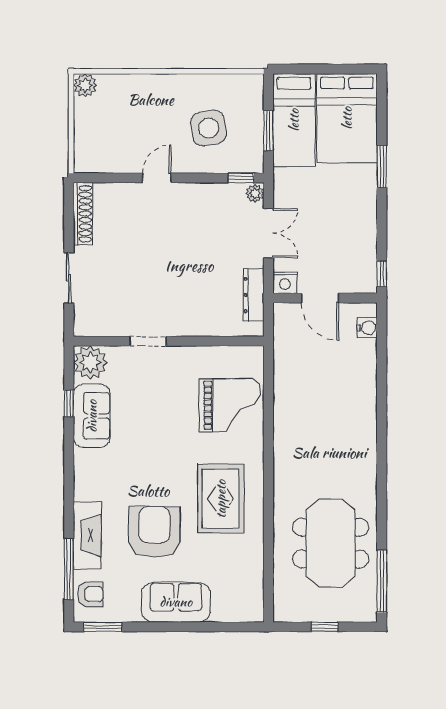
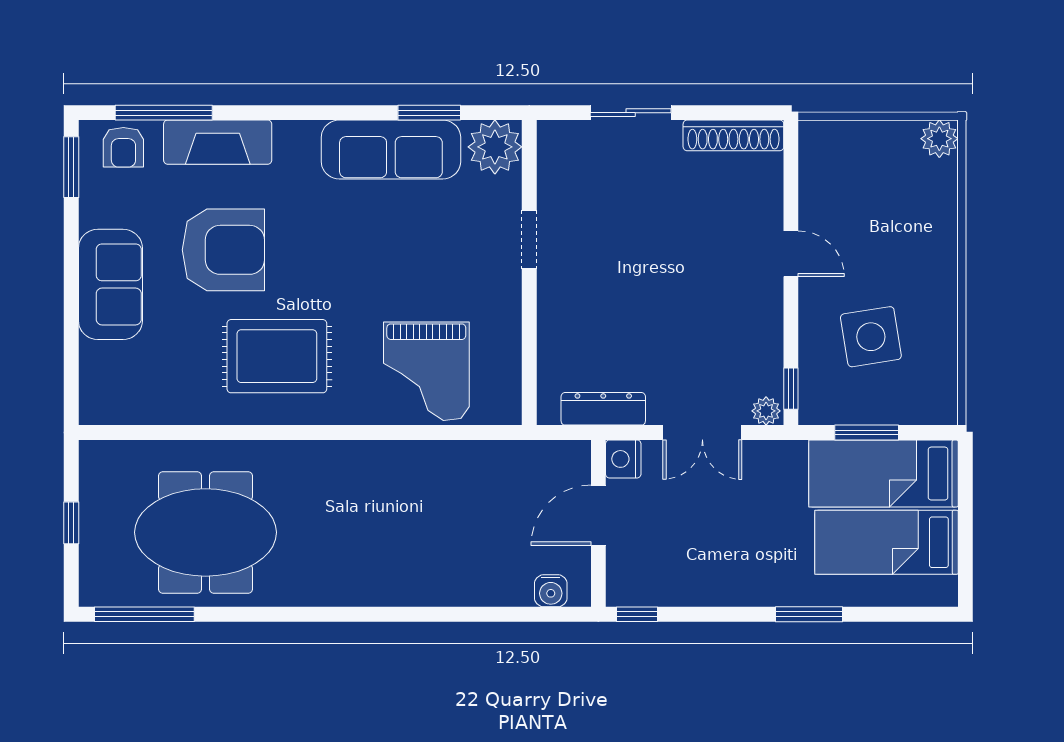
bed: (347, 118) -> (887, 542), width x0.67
window: (69, 403) -> (429, 113), width x1.50
sofa: (92, 416) -> (391, 149), width x1.36

